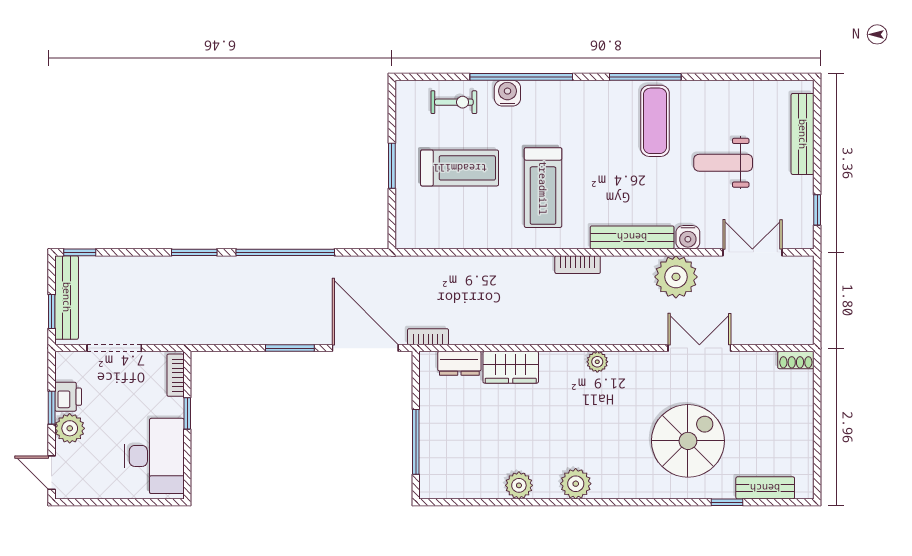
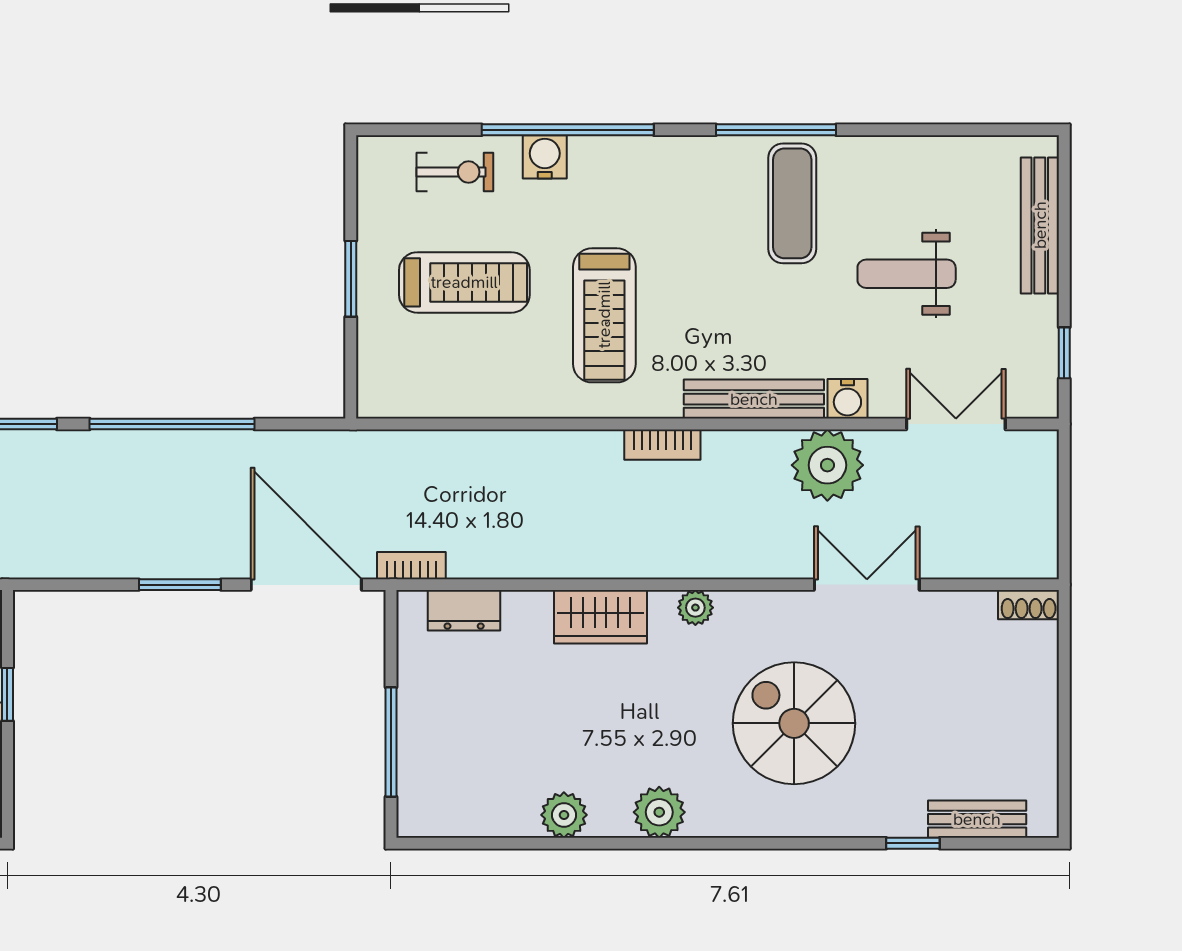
wardrobe: (511, 367) -> (600, 617), moved
spiral stairs: (688, 441) -> (794, 723), moved, turned -90

